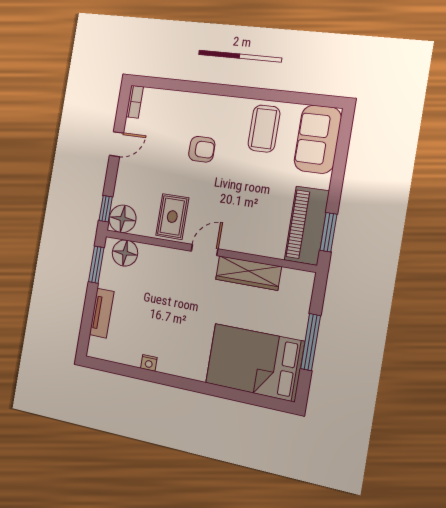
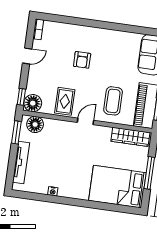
coffee table: (264, 129) -> (113, 101), moved
armchair: (202, 149) -> (82, 60), turned 90
wardrobe: (248, 273) -> (130, 137), moved
tv unit: (102, 313) -> (21, 162), width x1.41

